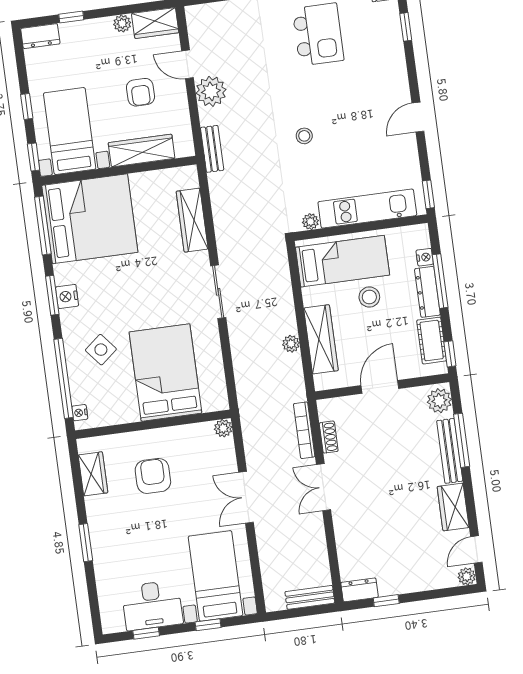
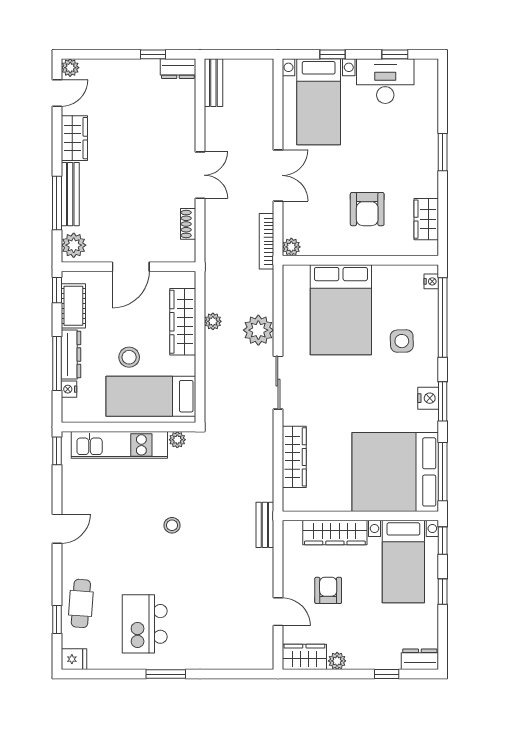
cafe table: (384, 46) -> (81, 603), added
plant: (211, 91) -> (258, 330), moved
side table: (101, 350) -> (402, 341), turned 37
bookcase: (304, 430) -> (266, 241), moved, turned 180
bench: (310, 597) -> (213, 83), moved, turned 90

